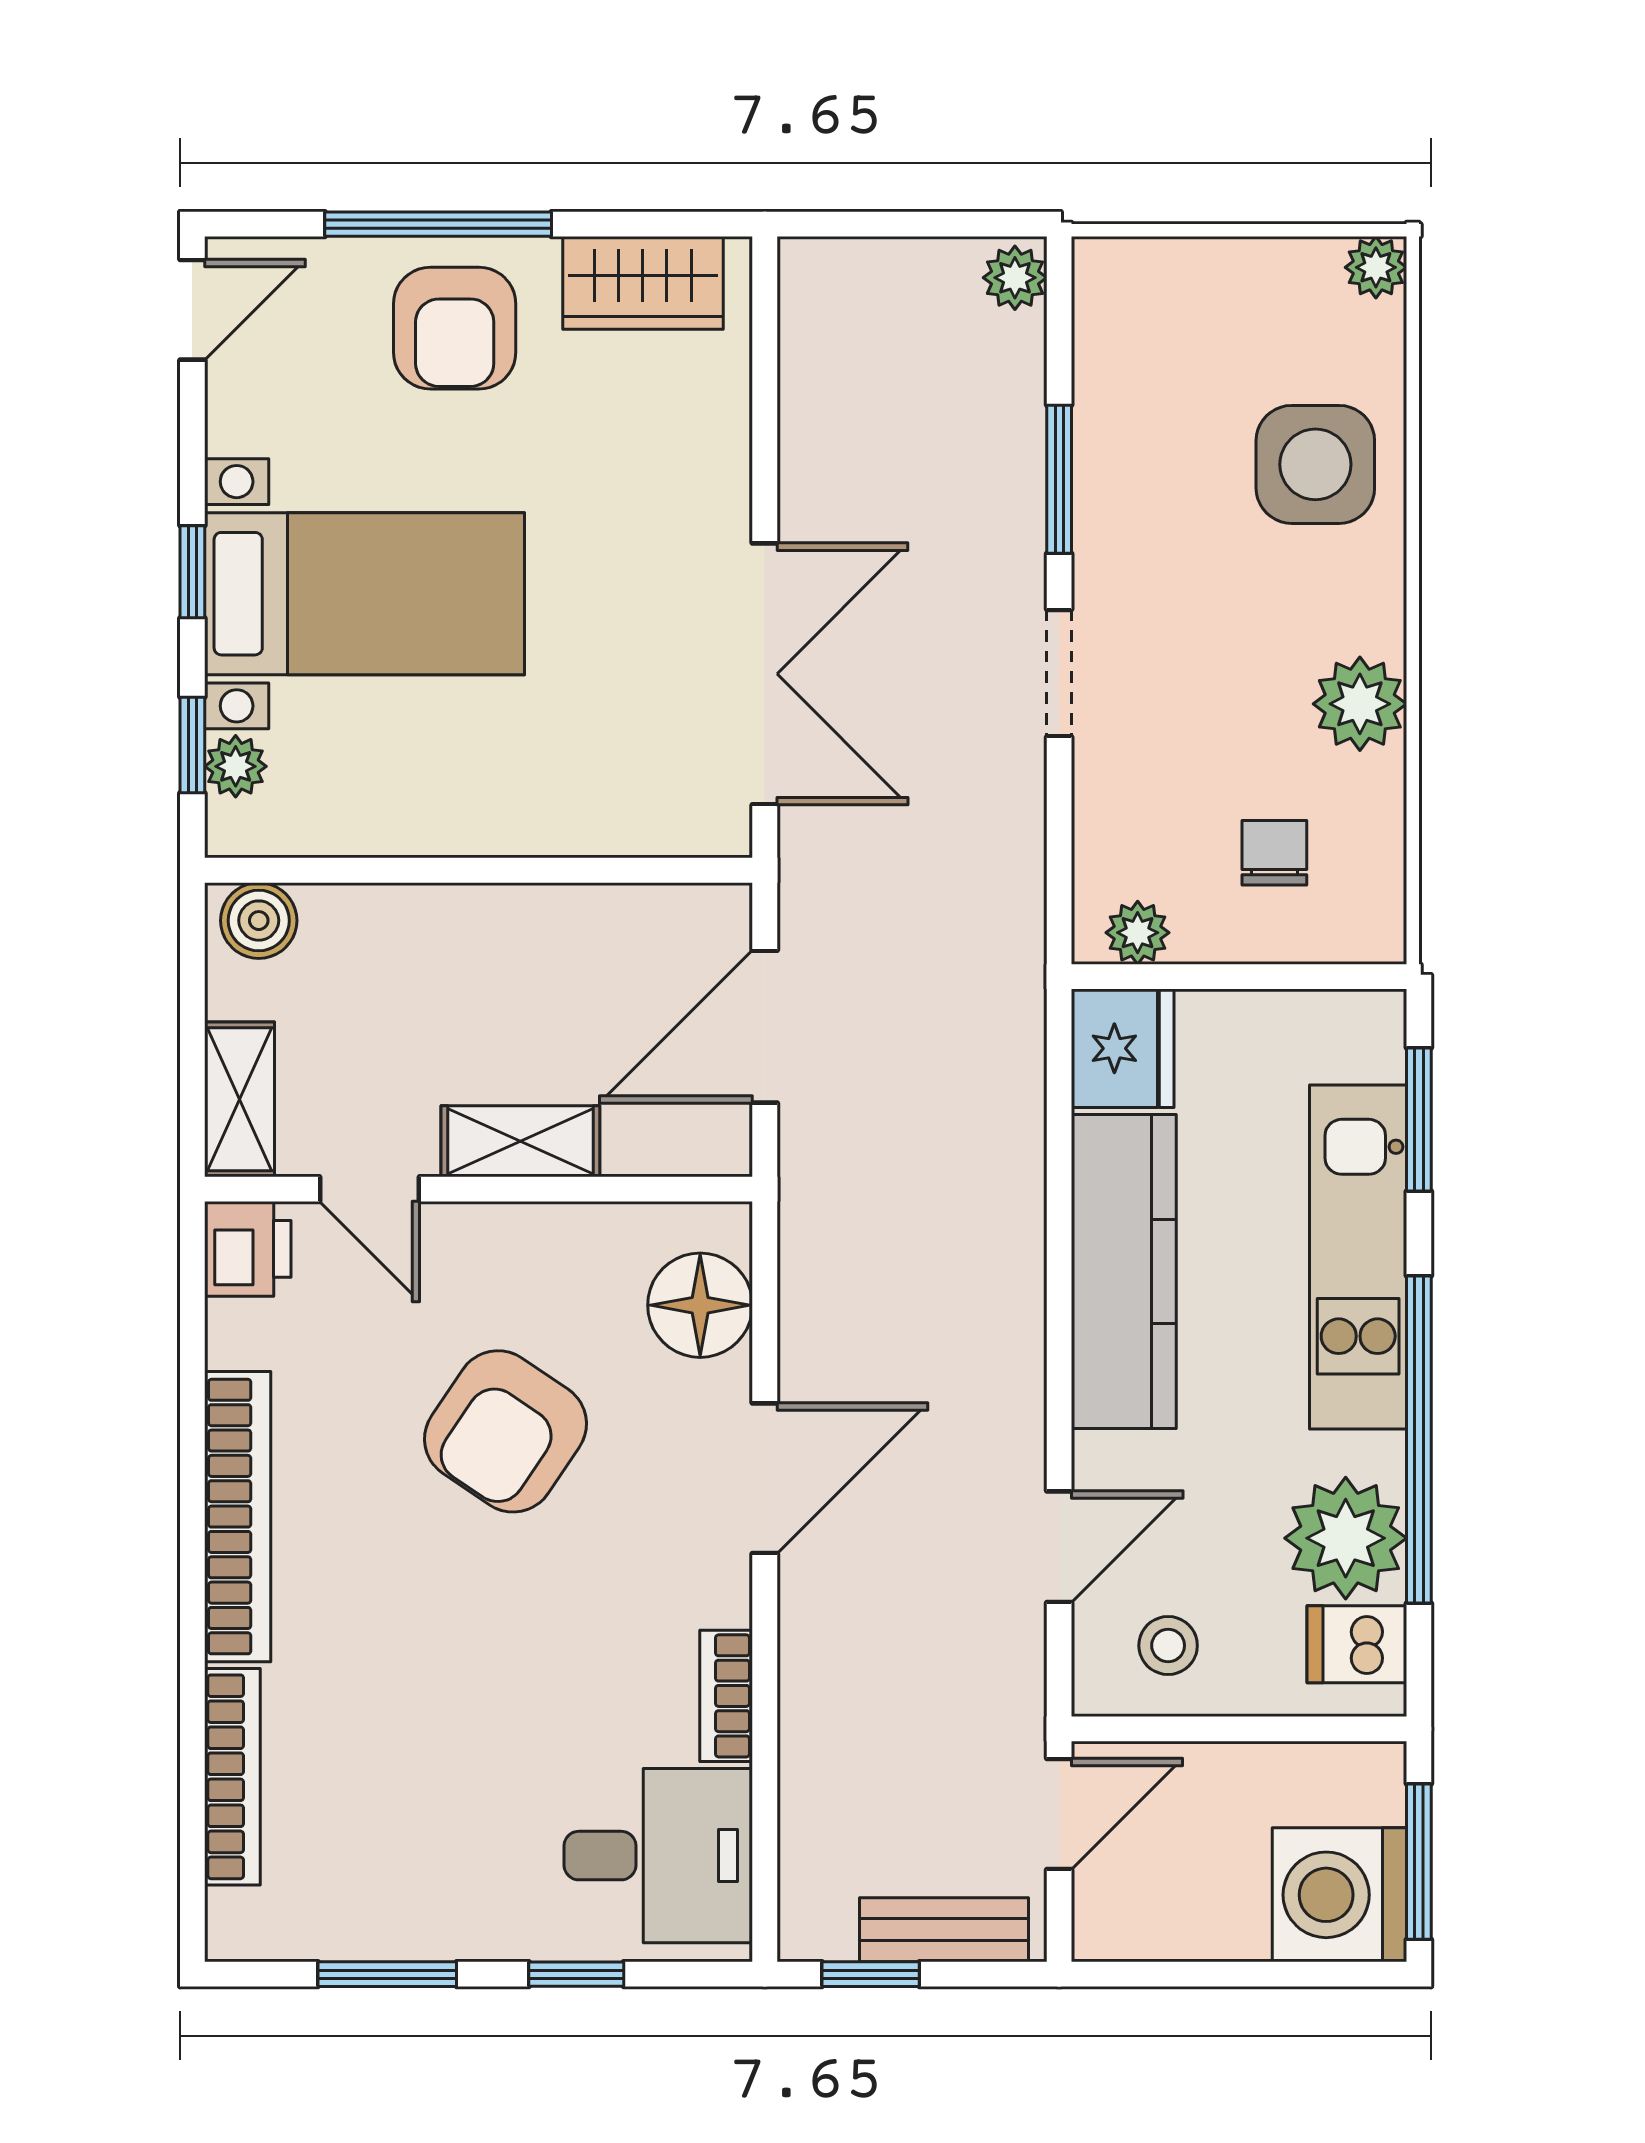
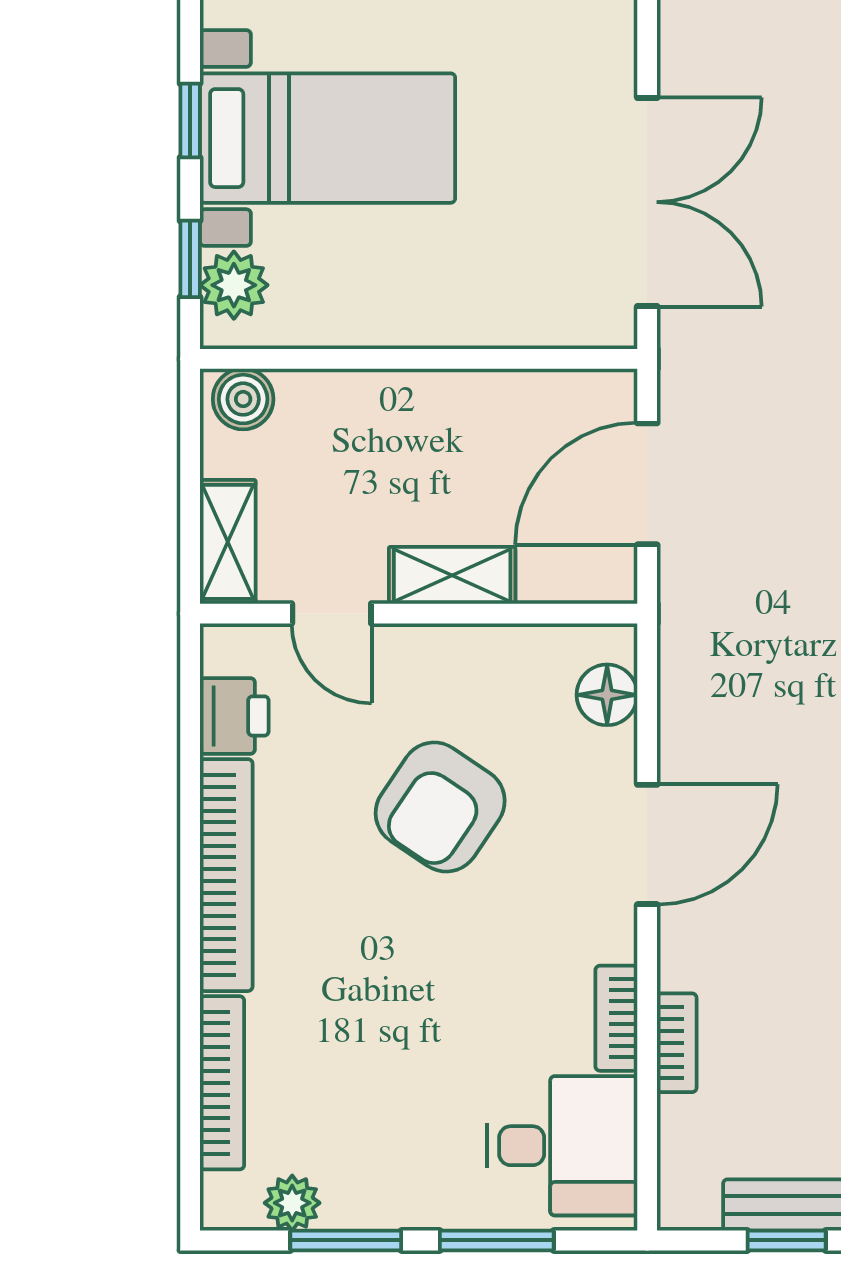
plant: (236, 766) -> (234, 285), width x1.38, depth x1.38
printer: (248, 1249) -> (234, 716), moved
floor lamp: (700, 1305) -> (607, 695), width x0.73, depth x0.73
bookcase: (802, 1727) -> (677, 1043), added
plant: (320, 1927) -> (292, 1203), added
window: (576, 1974) -> (497, 1240), width x1.50
window: (871, 1974) -> (787, 1240), moved

